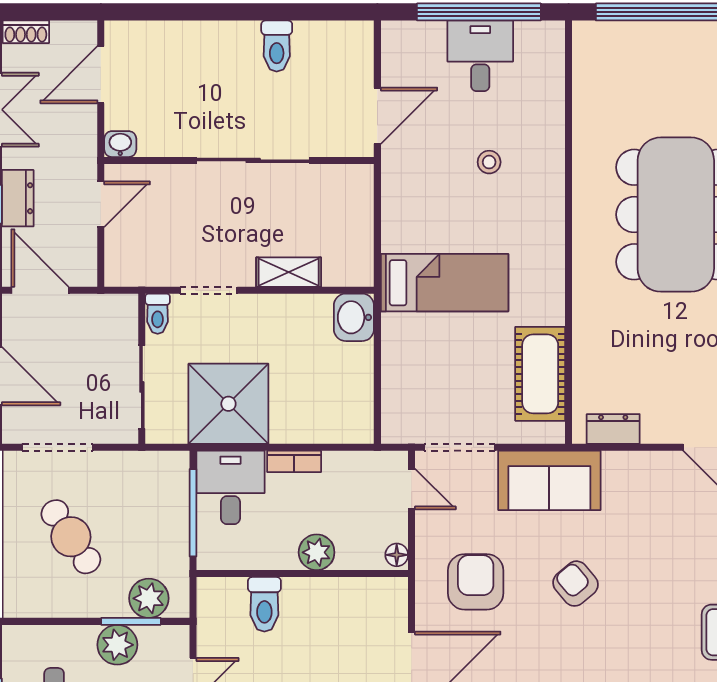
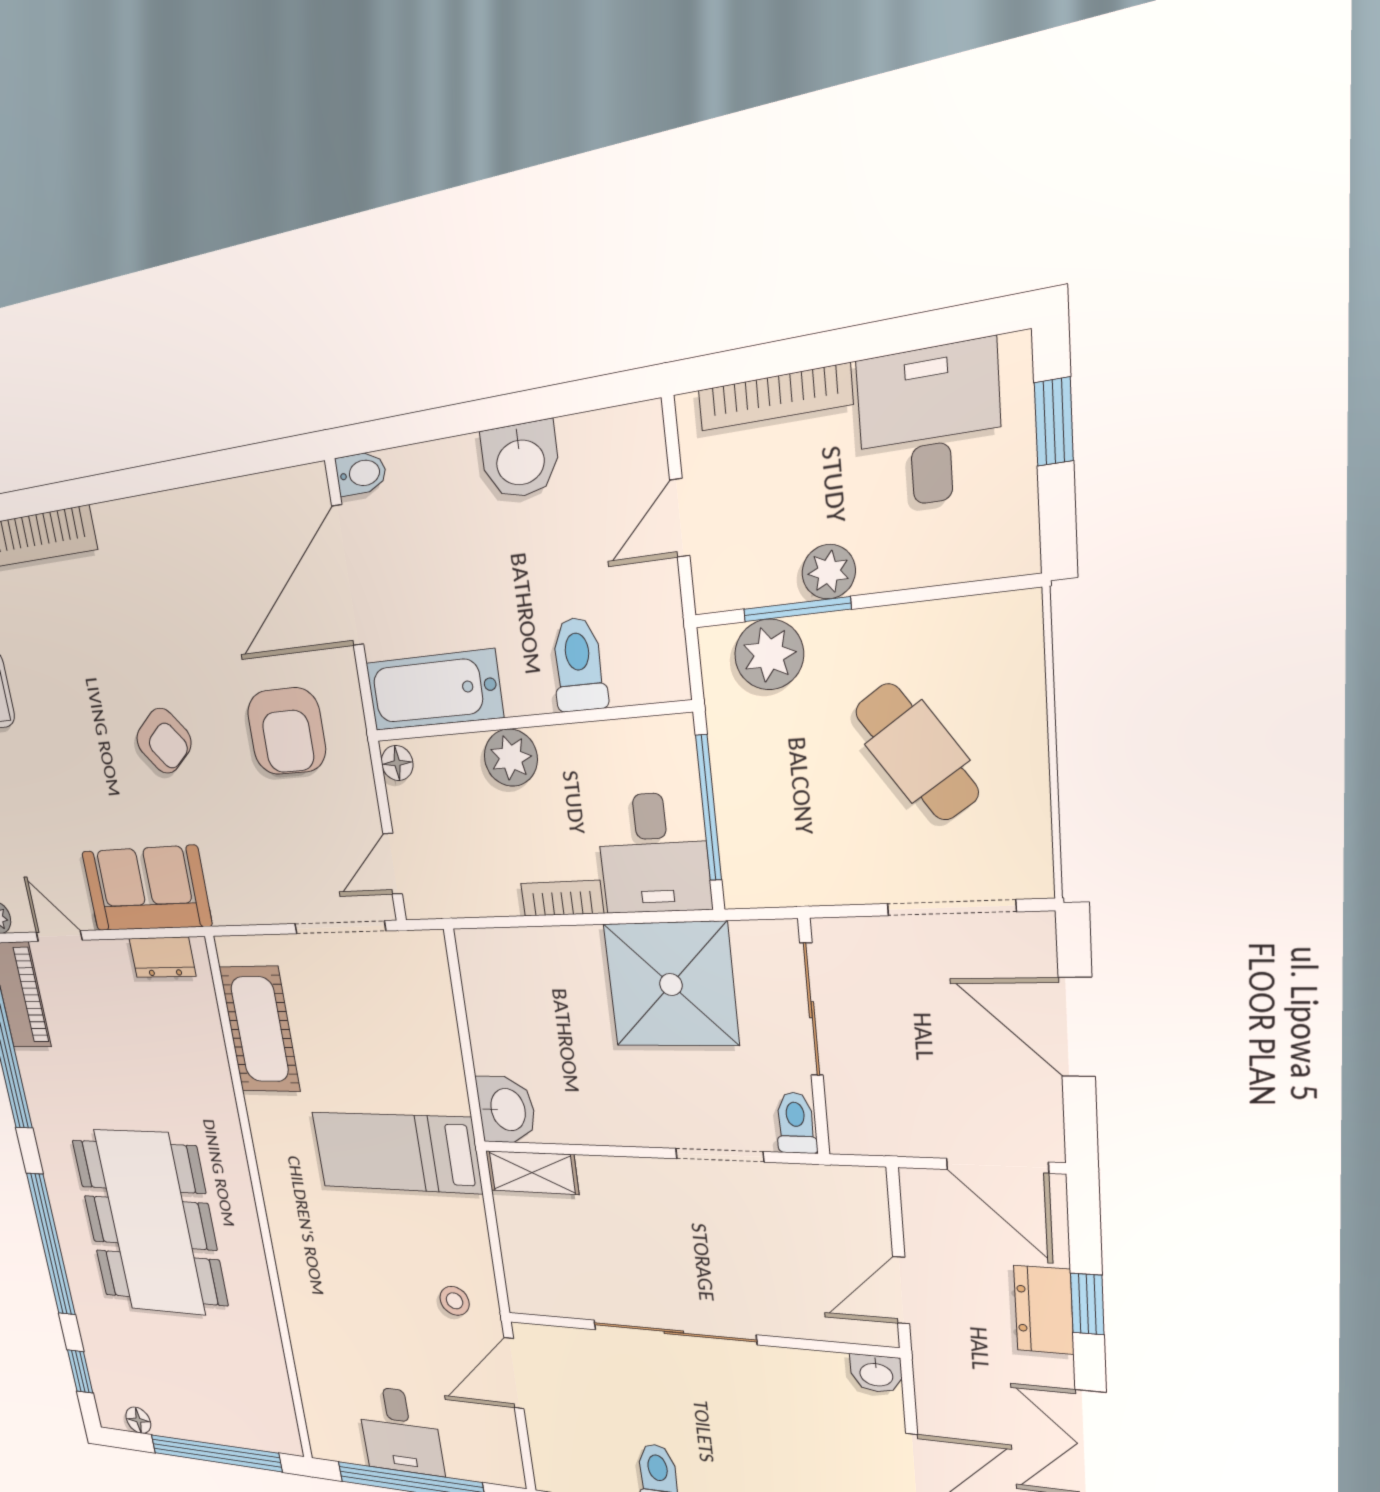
stool: (489, 162) -> (454, 1301), moved
shelving: (289, 272) -> (532, 1173), moved
sofa: (549, 480) -> (146, 889), moved
door: (412, 489) -> (393, 864), hinge flipped
bathtub: (363, 598) -> (434, 690), added
plant: (117, 645) -> (829, 572), width x0.73, depth x0.73

